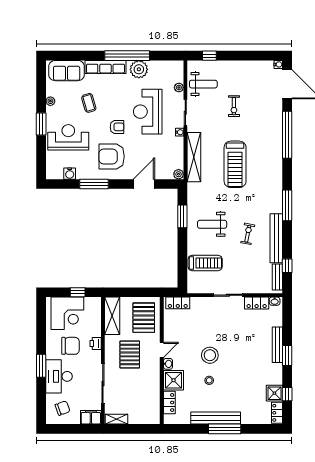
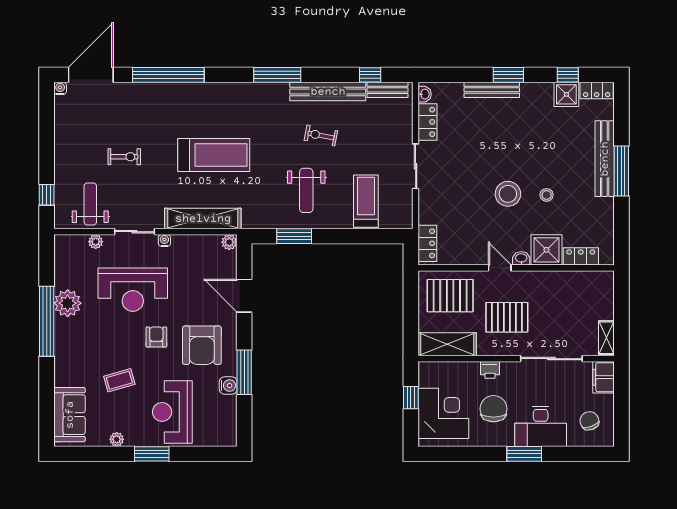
row of seats: (105, 67) -> (64, 355), removed
water cooler: (70, 174) -> (228, 386), moved
bench: (216, 418) -> (605, 159), moved

